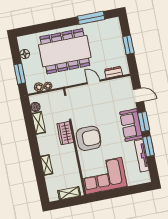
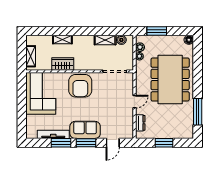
floor lamp: (25, 54) -> (189, 40), moved
wardrobe: (65, 133) -> (63, 64), moved

